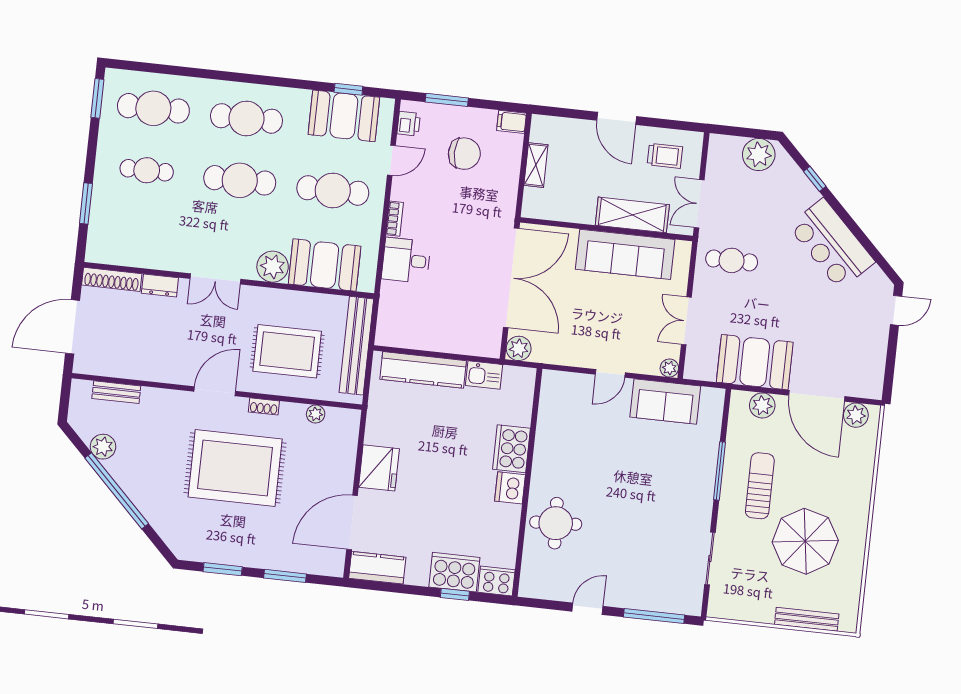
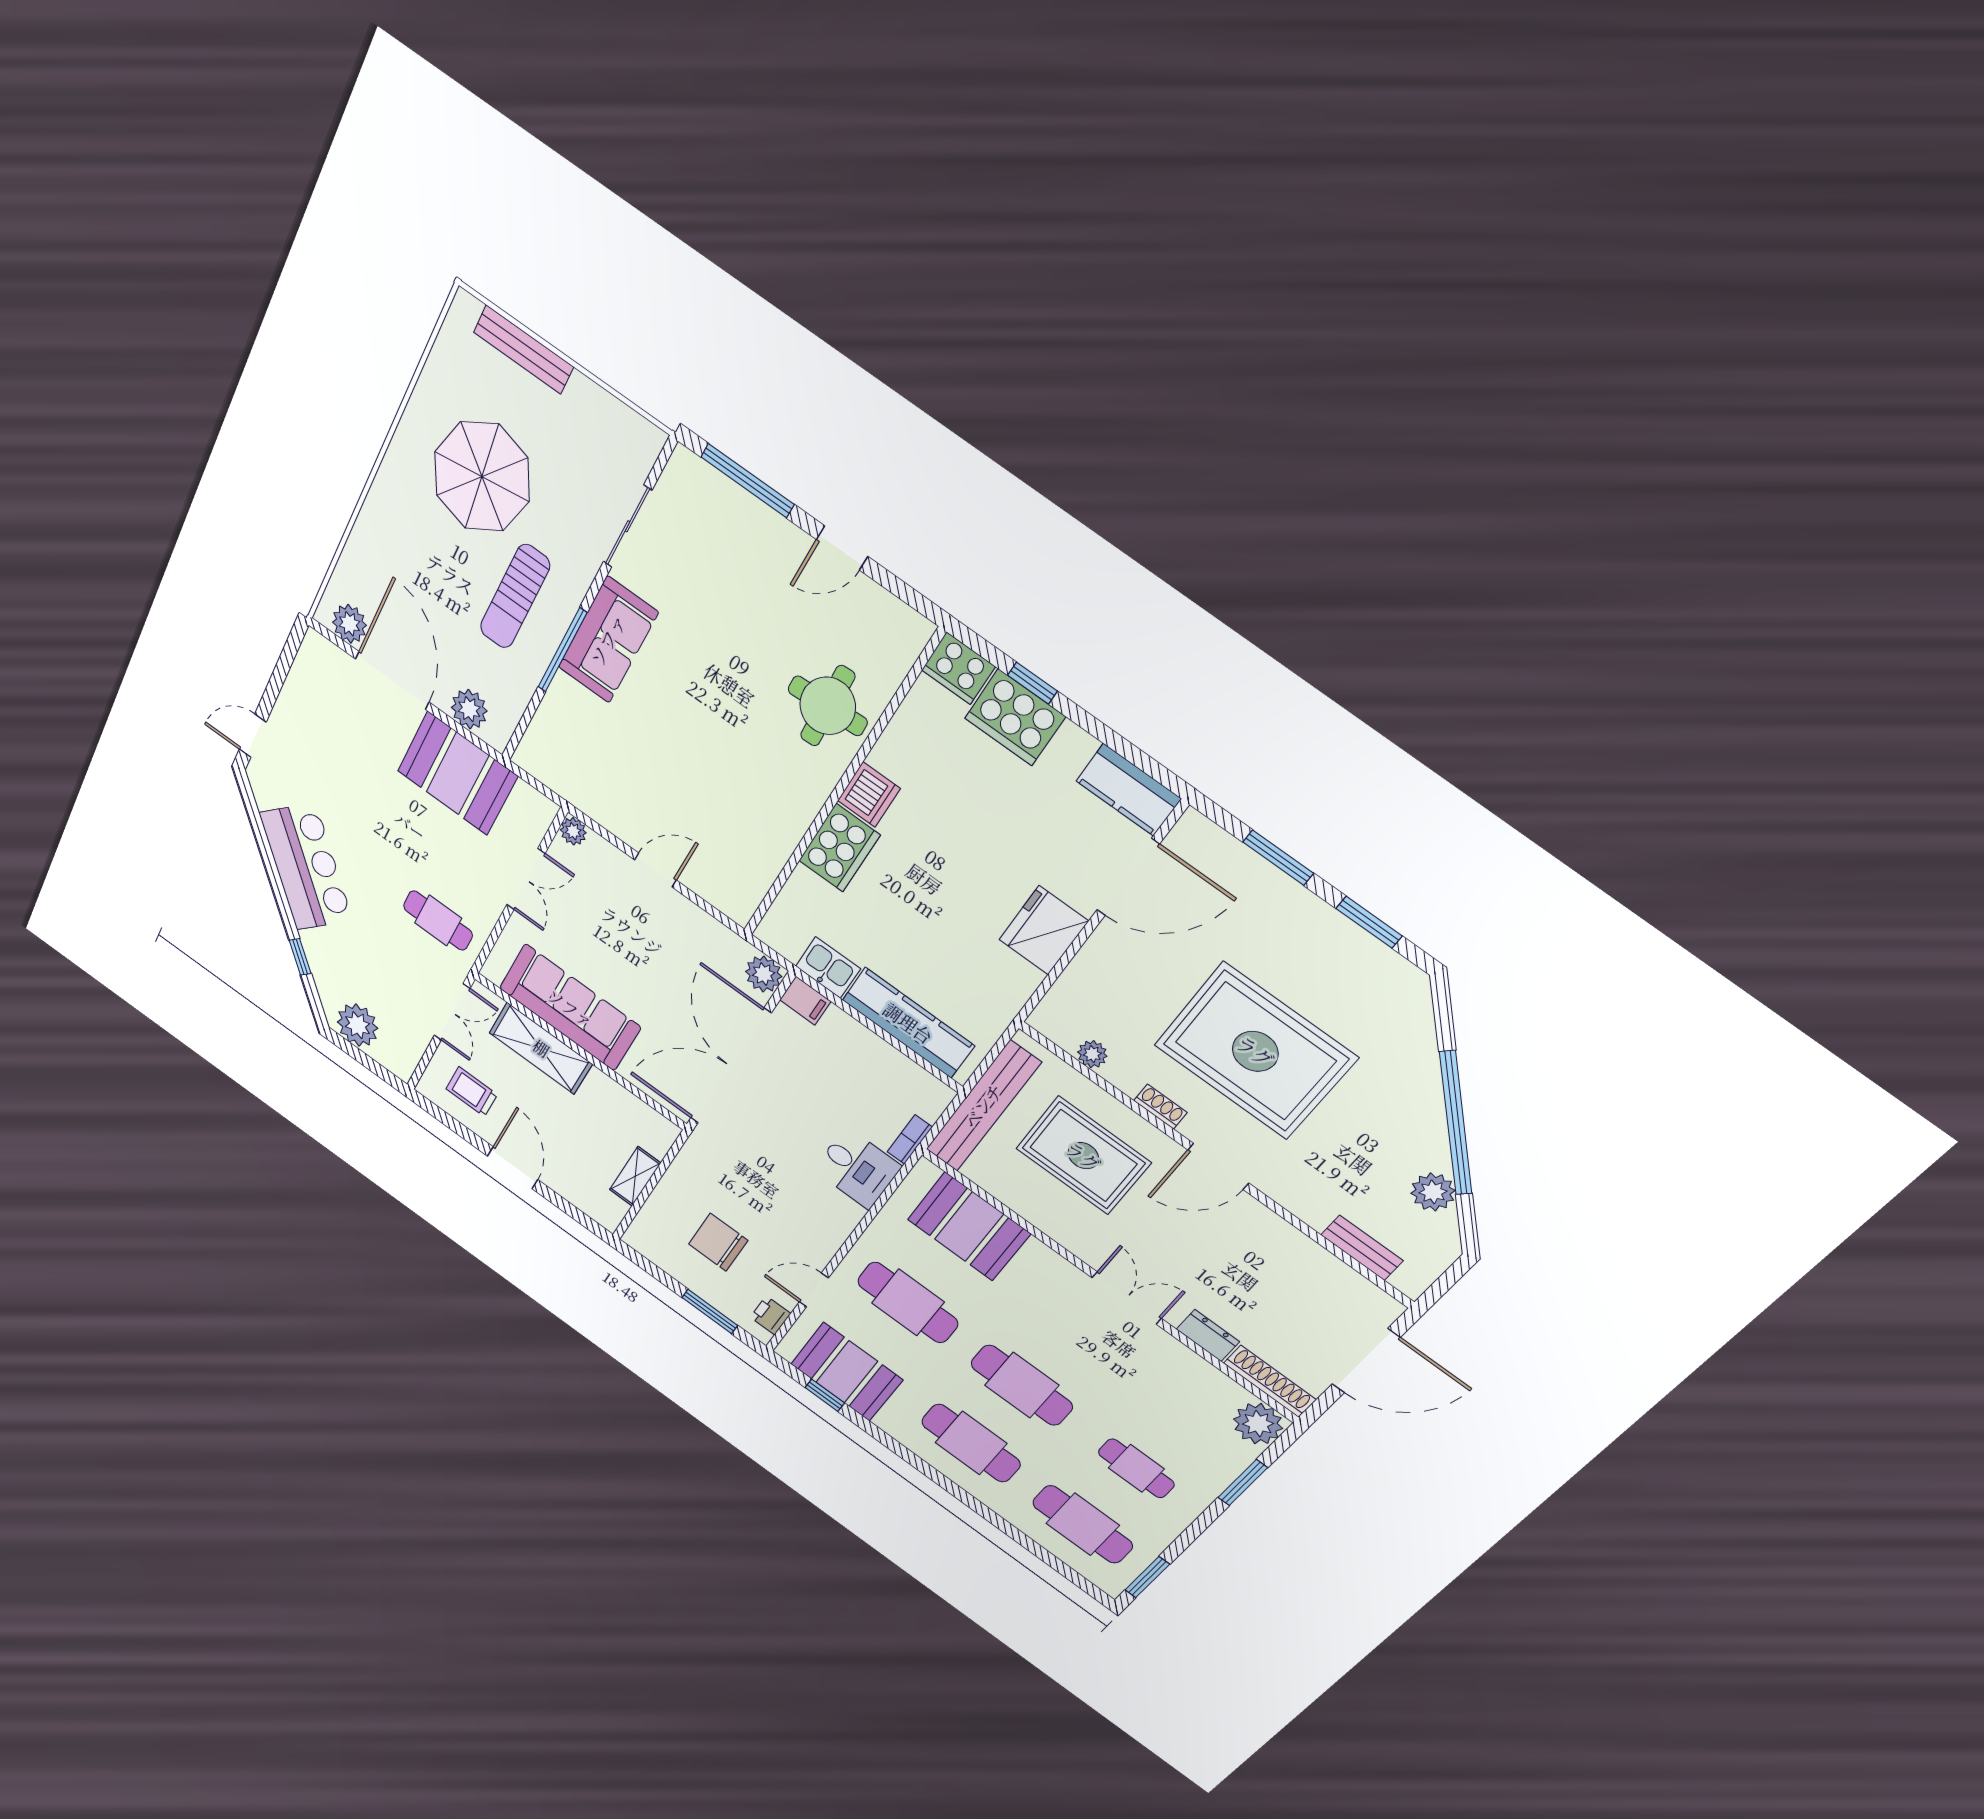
filing cabinet: (512, 122) -> (805, 1001), moved
bookcase: (395, 219) -> (910, 1139), moved
plant: (273, 267) -> (1258, 1424), moved
sofa: (665, 402) -> (608, 640), moved, turned 90

